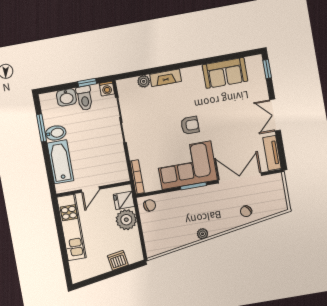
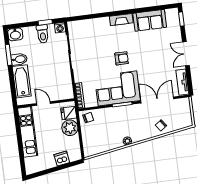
fireplace: (166, 78) -> (121, 20), moved
plant: (144, 81) -> (88, 24), removed
washbasin: (66, 97) -> (15, 34), moved
door: (90, 189) -> (43, 103), swing flipped

